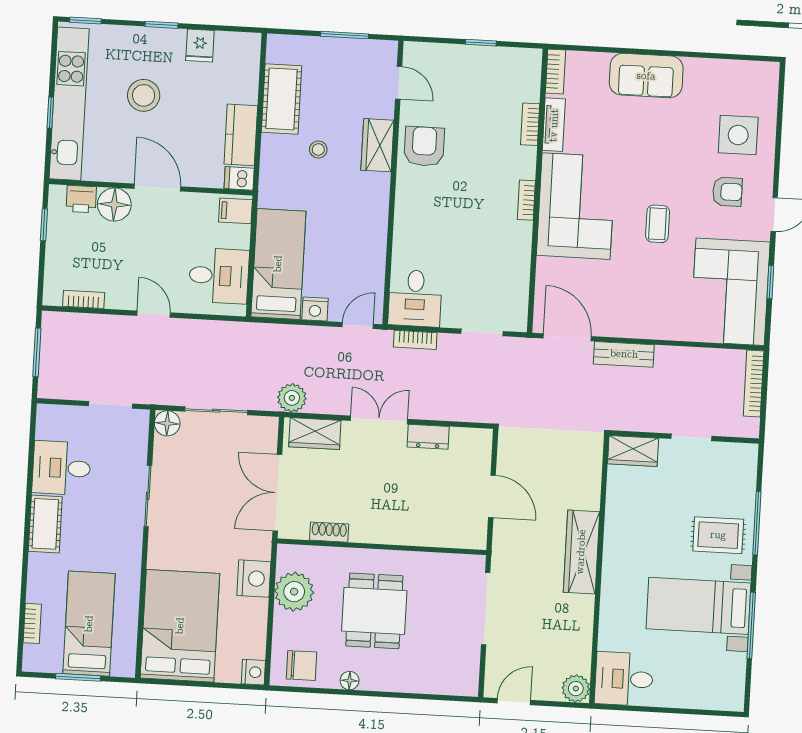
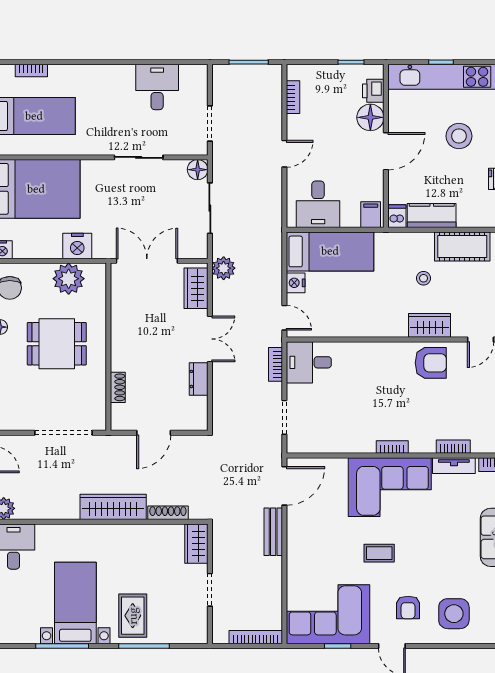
shoe rack: (593, 484) -> (168, 513), added
cot: (45, 524) -> (112, 77), removed
shoe rack: (329, 532) -> (118, 387), moved

